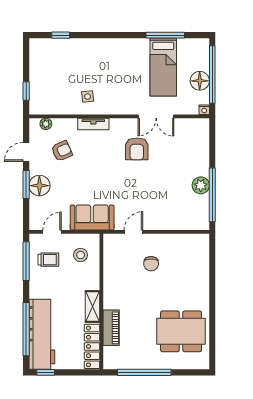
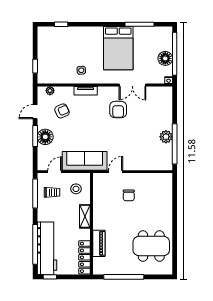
bed: (163, 67) -> (118, 48), moved, width x1.50
sofa: (92, 218) -> (85, 161), width x1.36
shelving: (92, 306) -> (85, 216), moved

